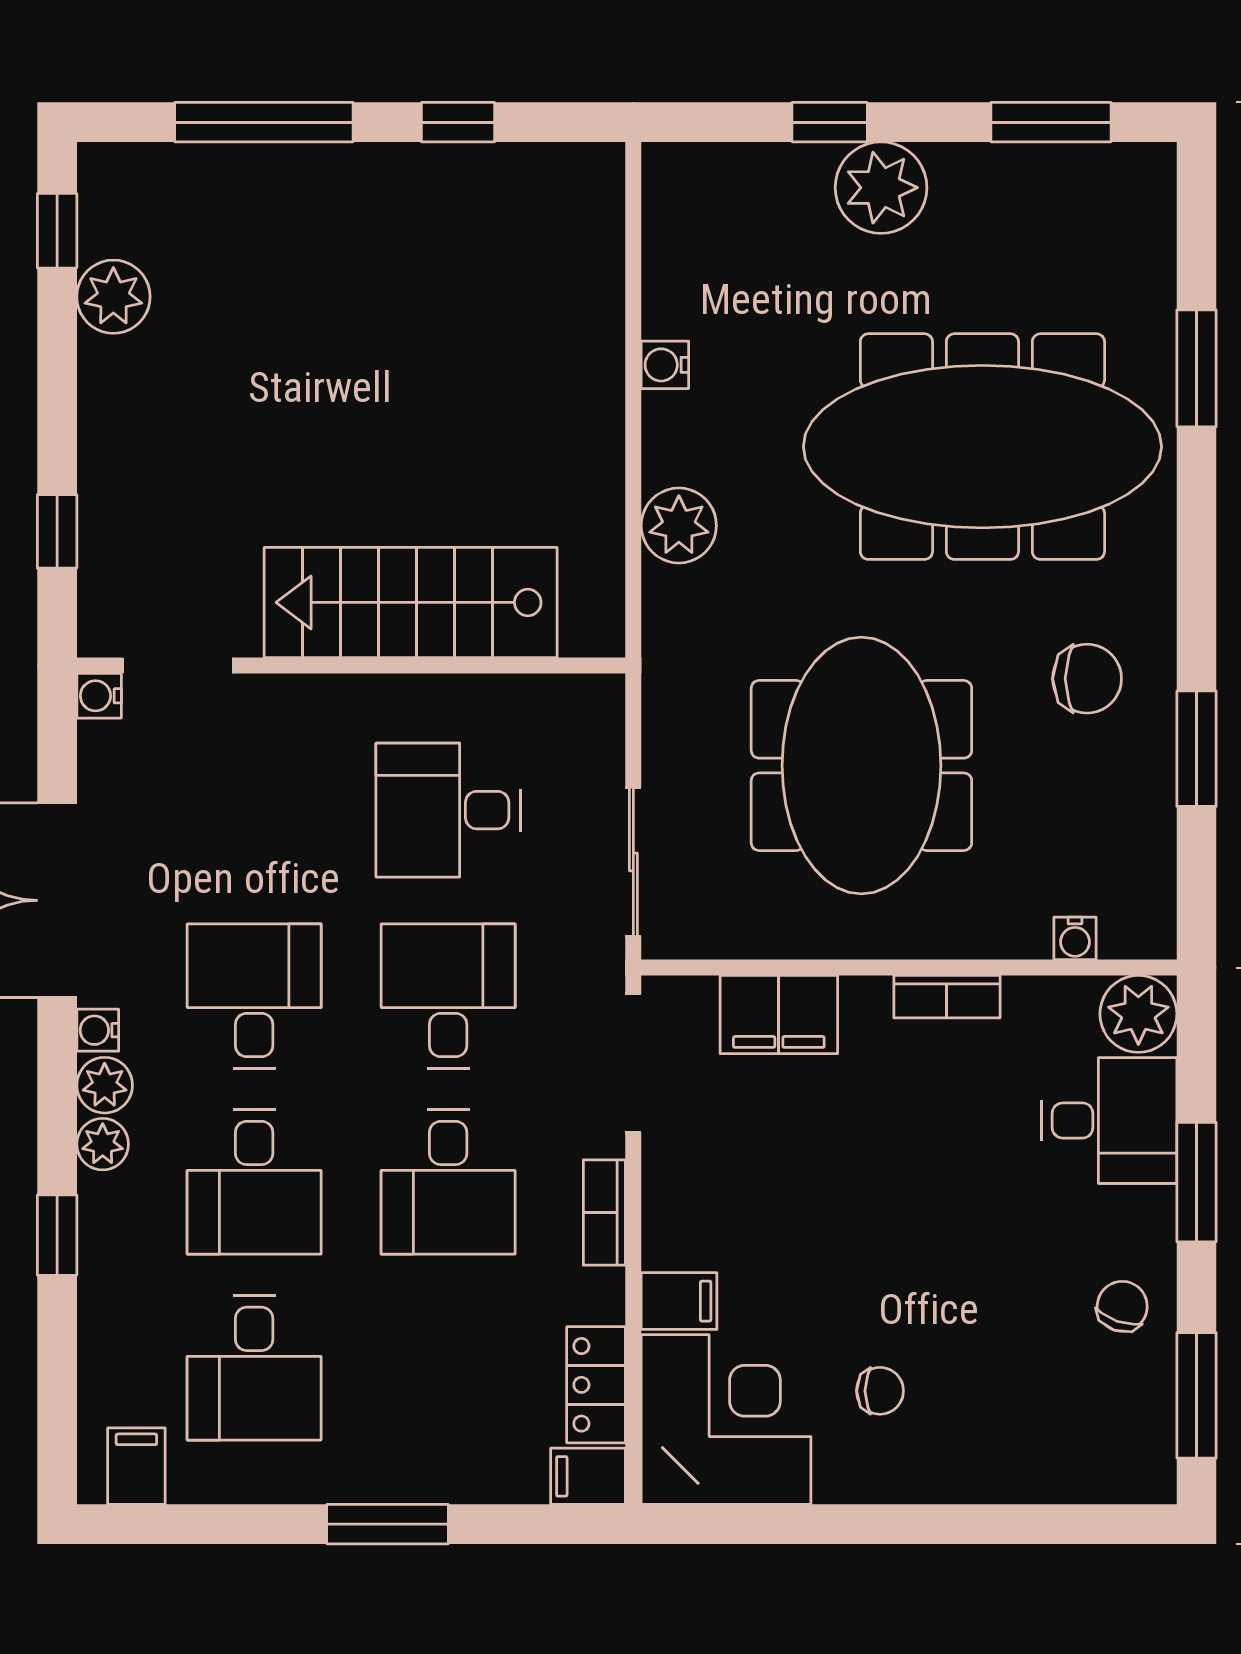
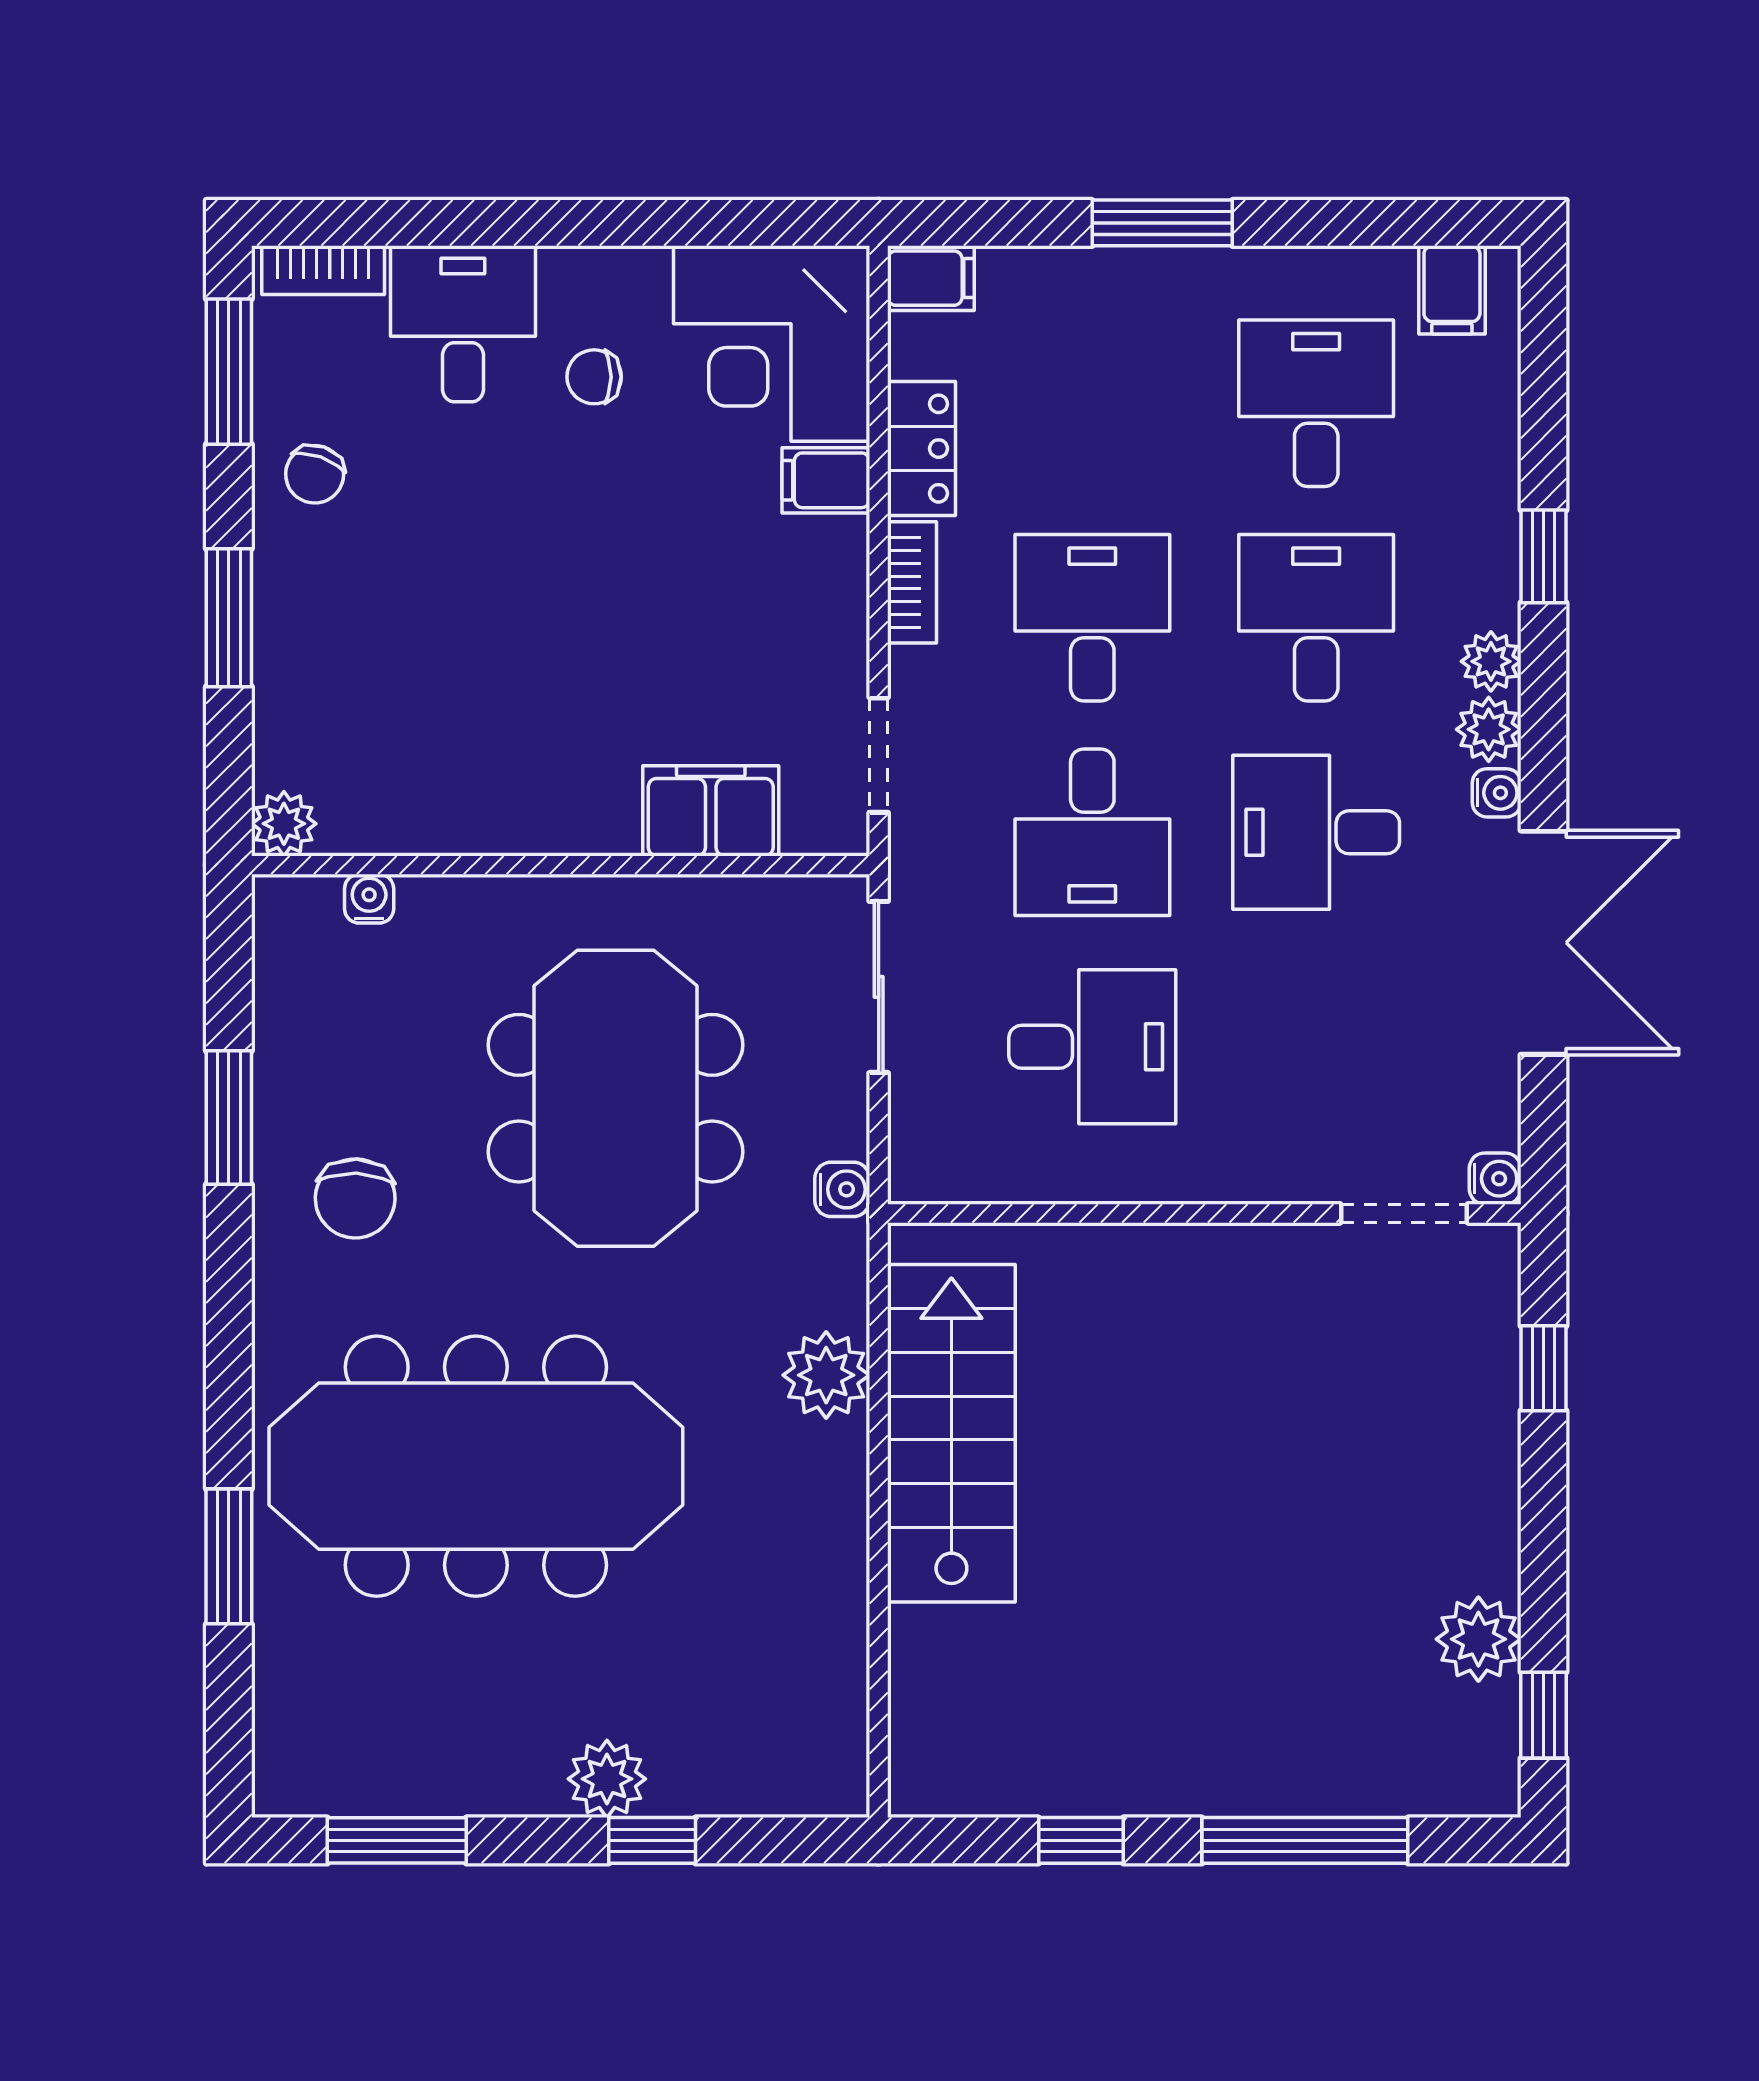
plant: (881, 188) -> (607, 1779), width x0.73, depth x0.73
water cooler: (665, 365) -> (842, 1189), moved
stairs: (411, 602) -> (951, 1433), moved, turned -90
chair: (1087, 679) -> (355, 1198), turned -88
desk: (254, 996) -> (1316, 832), turned 90
bookcase: (947, 997) -> (323, 270), moved, turned 180
plant: (1138, 1014) -> (284, 824), width x0.73, depth x0.73
doorway: (633, 1063) -> (879, 755), width x0.73
desk: (1109, 1120) -> (463, 324), moved, turned 90
locker: (596, 1385) -> (922, 449), moved

